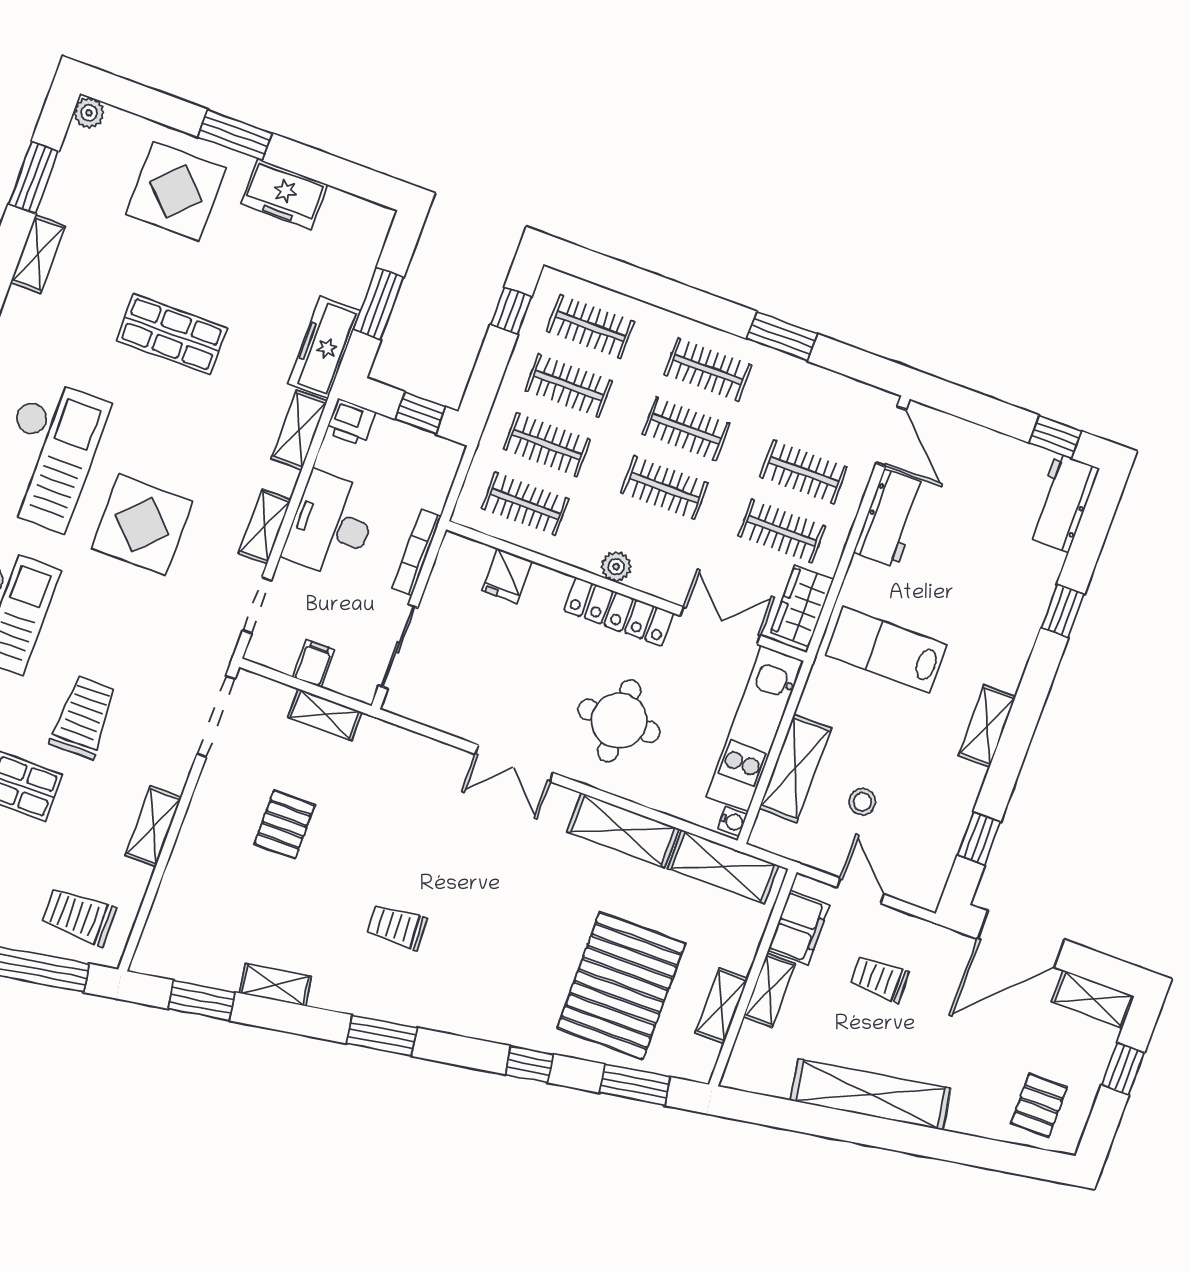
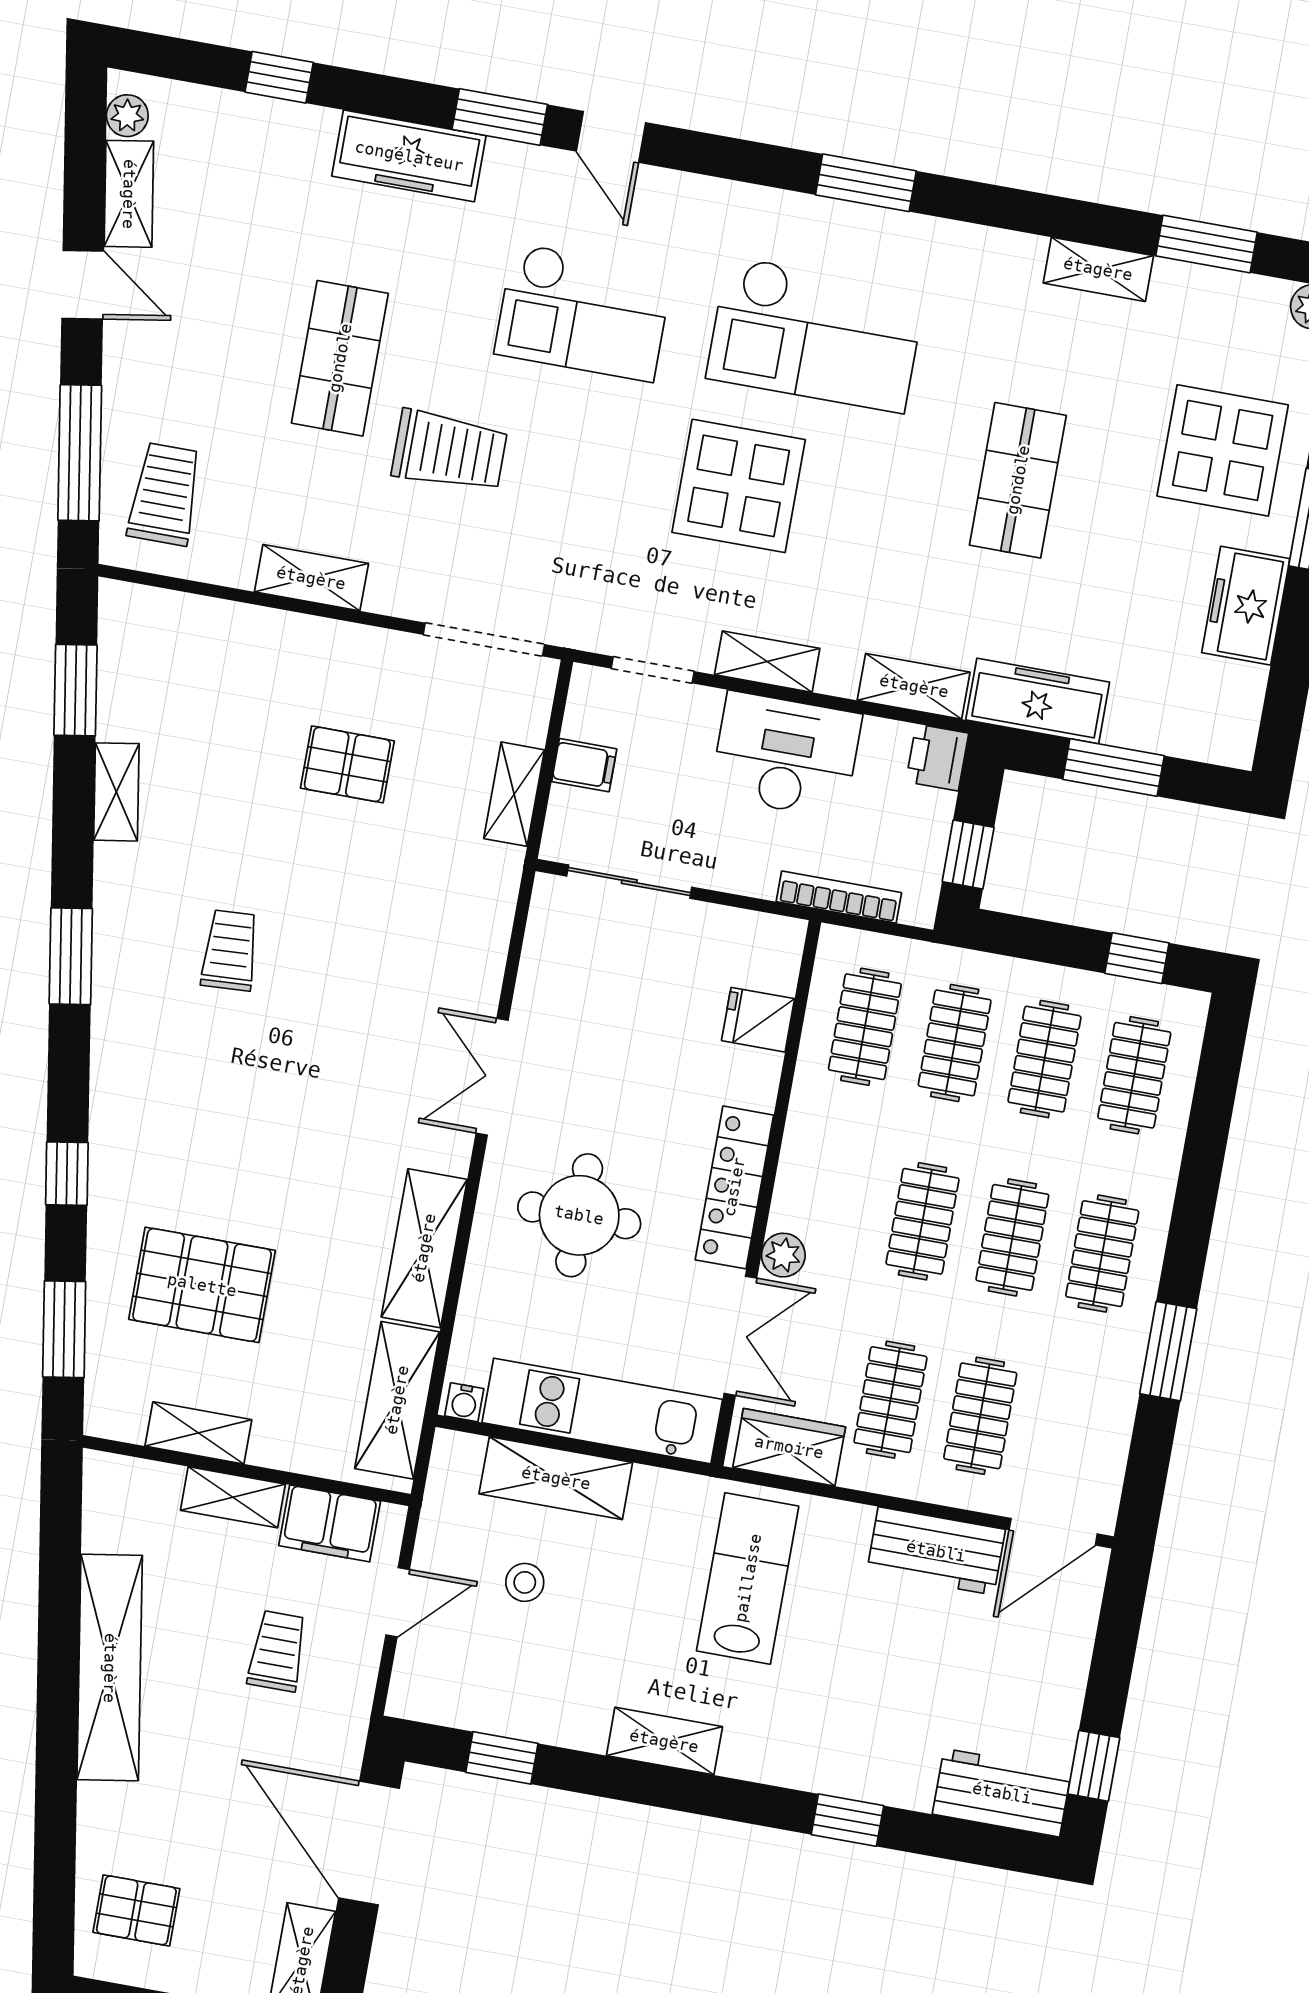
bookcase: (417, 552) -> (839, 897), moved
plant: (616, 567) -> (783, 1255), moved
pallet: (621, 986) -> (202, 1285), width x0.73, depth x0.71

